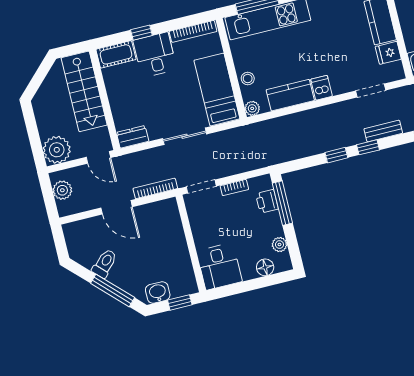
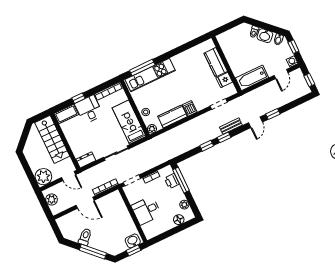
desk: (219, 266) -> (146, 210), moved, turned 90
washbasin: (158, 292) -> (133, 241), moved

